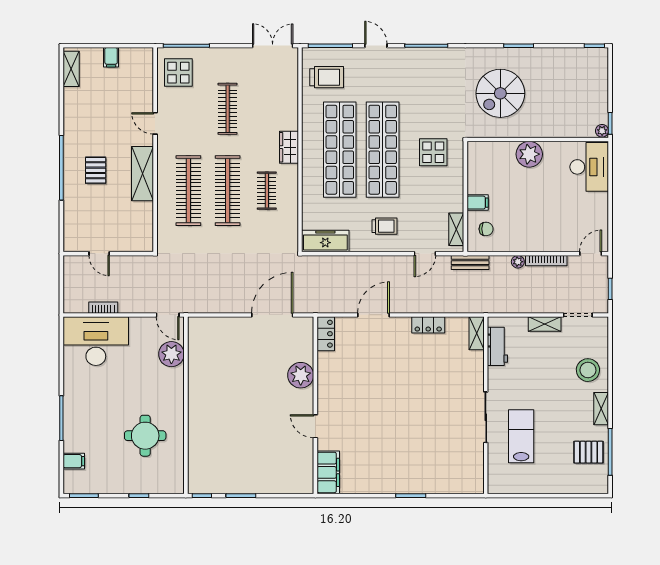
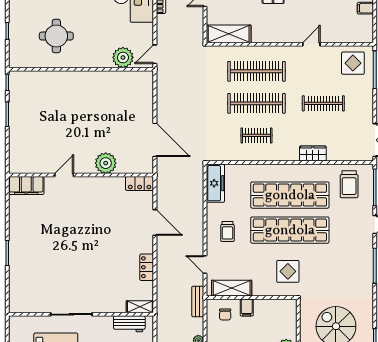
wardrobe: (289, 147) -> (313, 153), moved
shelving: (143, 174) -> (229, 34), moved
shelving: (456, 229) -> (232, 288), width x1.50, depth x1.33

